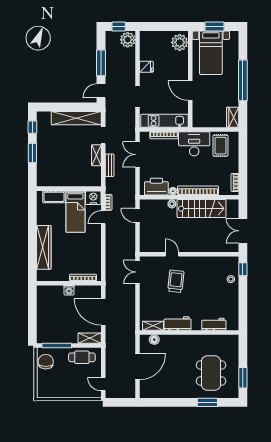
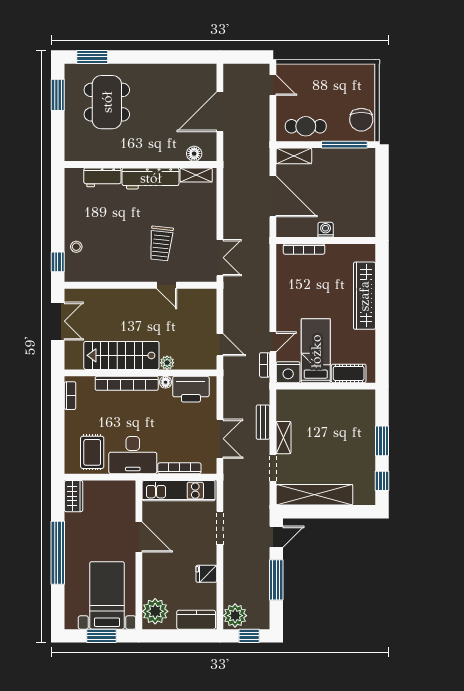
kitchen counter: (153, 37) -> (196, 620), added
workbench: (178, 323) -> (151, 178), width x1.38
window: (207, 402) -> (92, 57), moved

